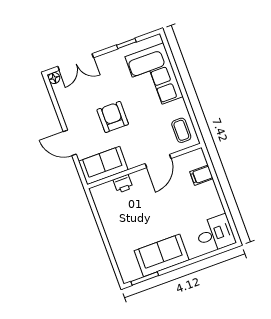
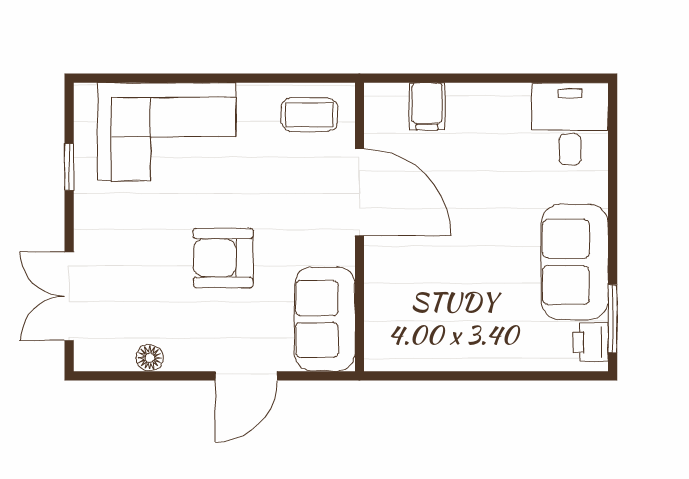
double door: (76, 62) -> (69, 296), swing flipped
floor lamp: (54, 78) -> (150, 358), moved
door: (158, 161) -> (359, 192), width x1.36
printer: (123, 184) -> (591, 342), moved, turned 180

